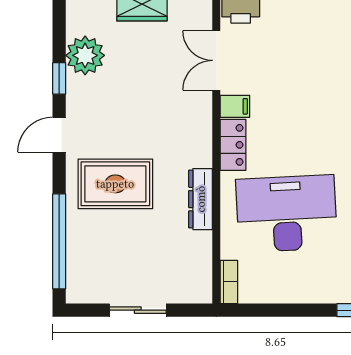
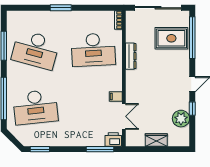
locker: (233, 145) -> (117, 80), removed
rug: (115, 184) -> (171, 38), moved
sliding door: (138, 310) -> (158, 8), width x1.86

